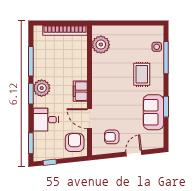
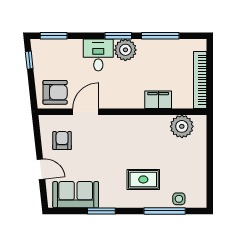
filing cabinet: (80, 91) -> (158, 100), moved
sofa: (153, 112) -> (76, 195), moved
desk: (46, 120) -> (98, 55), moved

